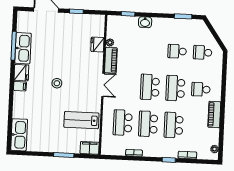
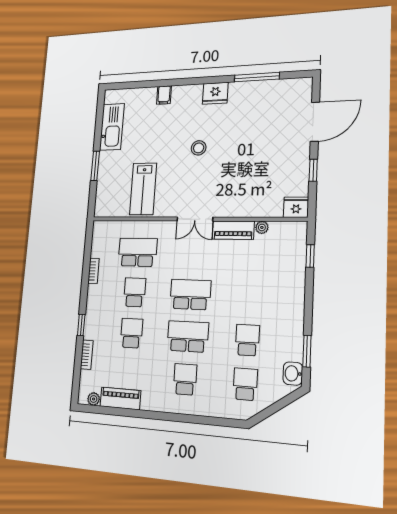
washbasin: (145, 22) -> (293, 374), moved
fridge: (97, 45) -> (296, 207), moved
kitchen sink: (23, 48) -> (253, 92), removed
filing cabinet: (20, 86) -> (164, 95), moved
piano: (214, 114) -> (120, 398), moved
lab bench: (81, 120) -> (143, 189), turned 180
school desk: (148, 124) -> (135, 292), width x0.54
school desk: (174, 125) -> (131, 333), width x0.54
kitchen sink: (19, 135) -> (112, 127), moved, turned -90
filing cabinet: (90, 148) -> (103, 203), removed

